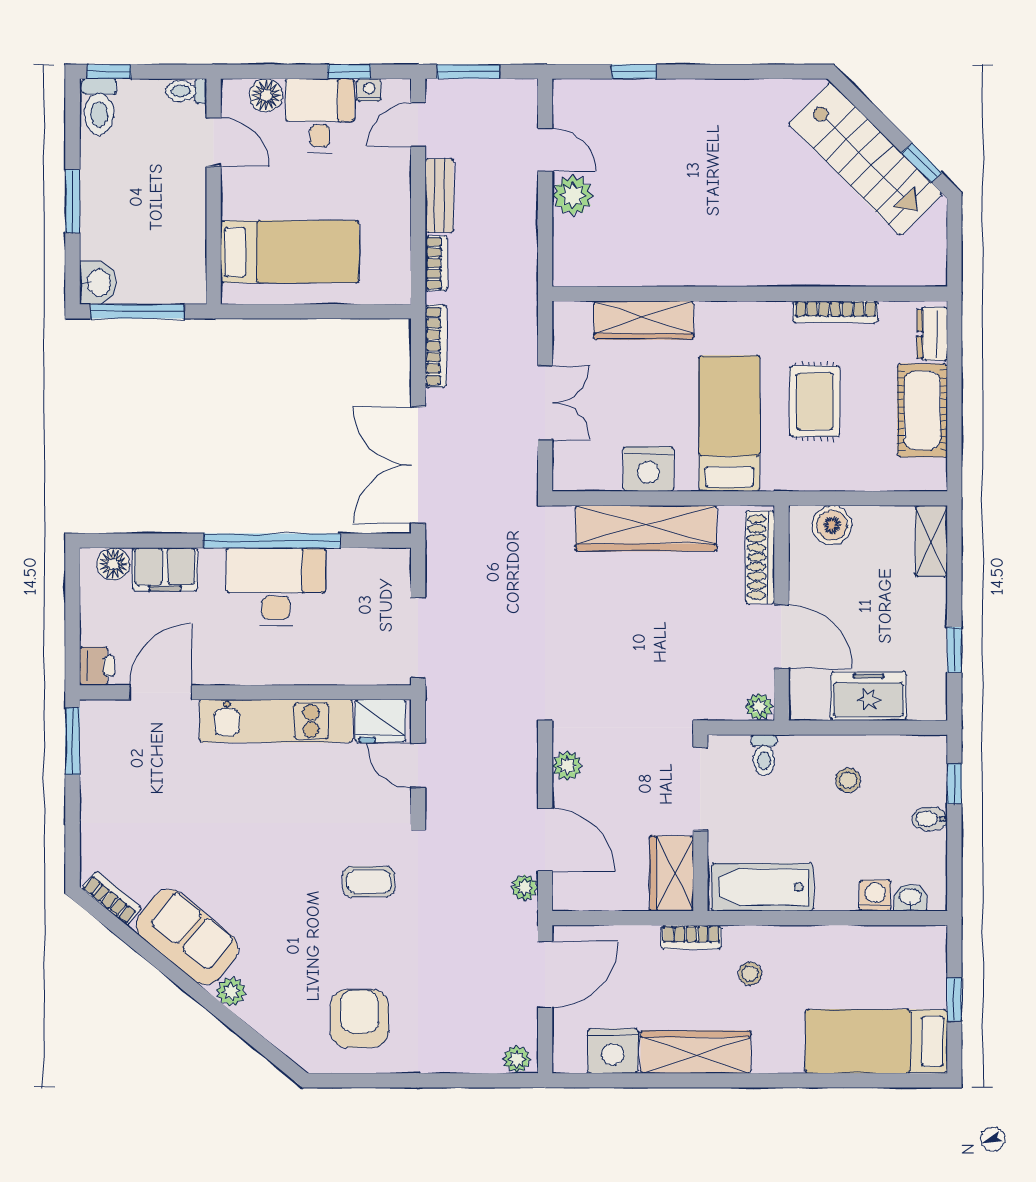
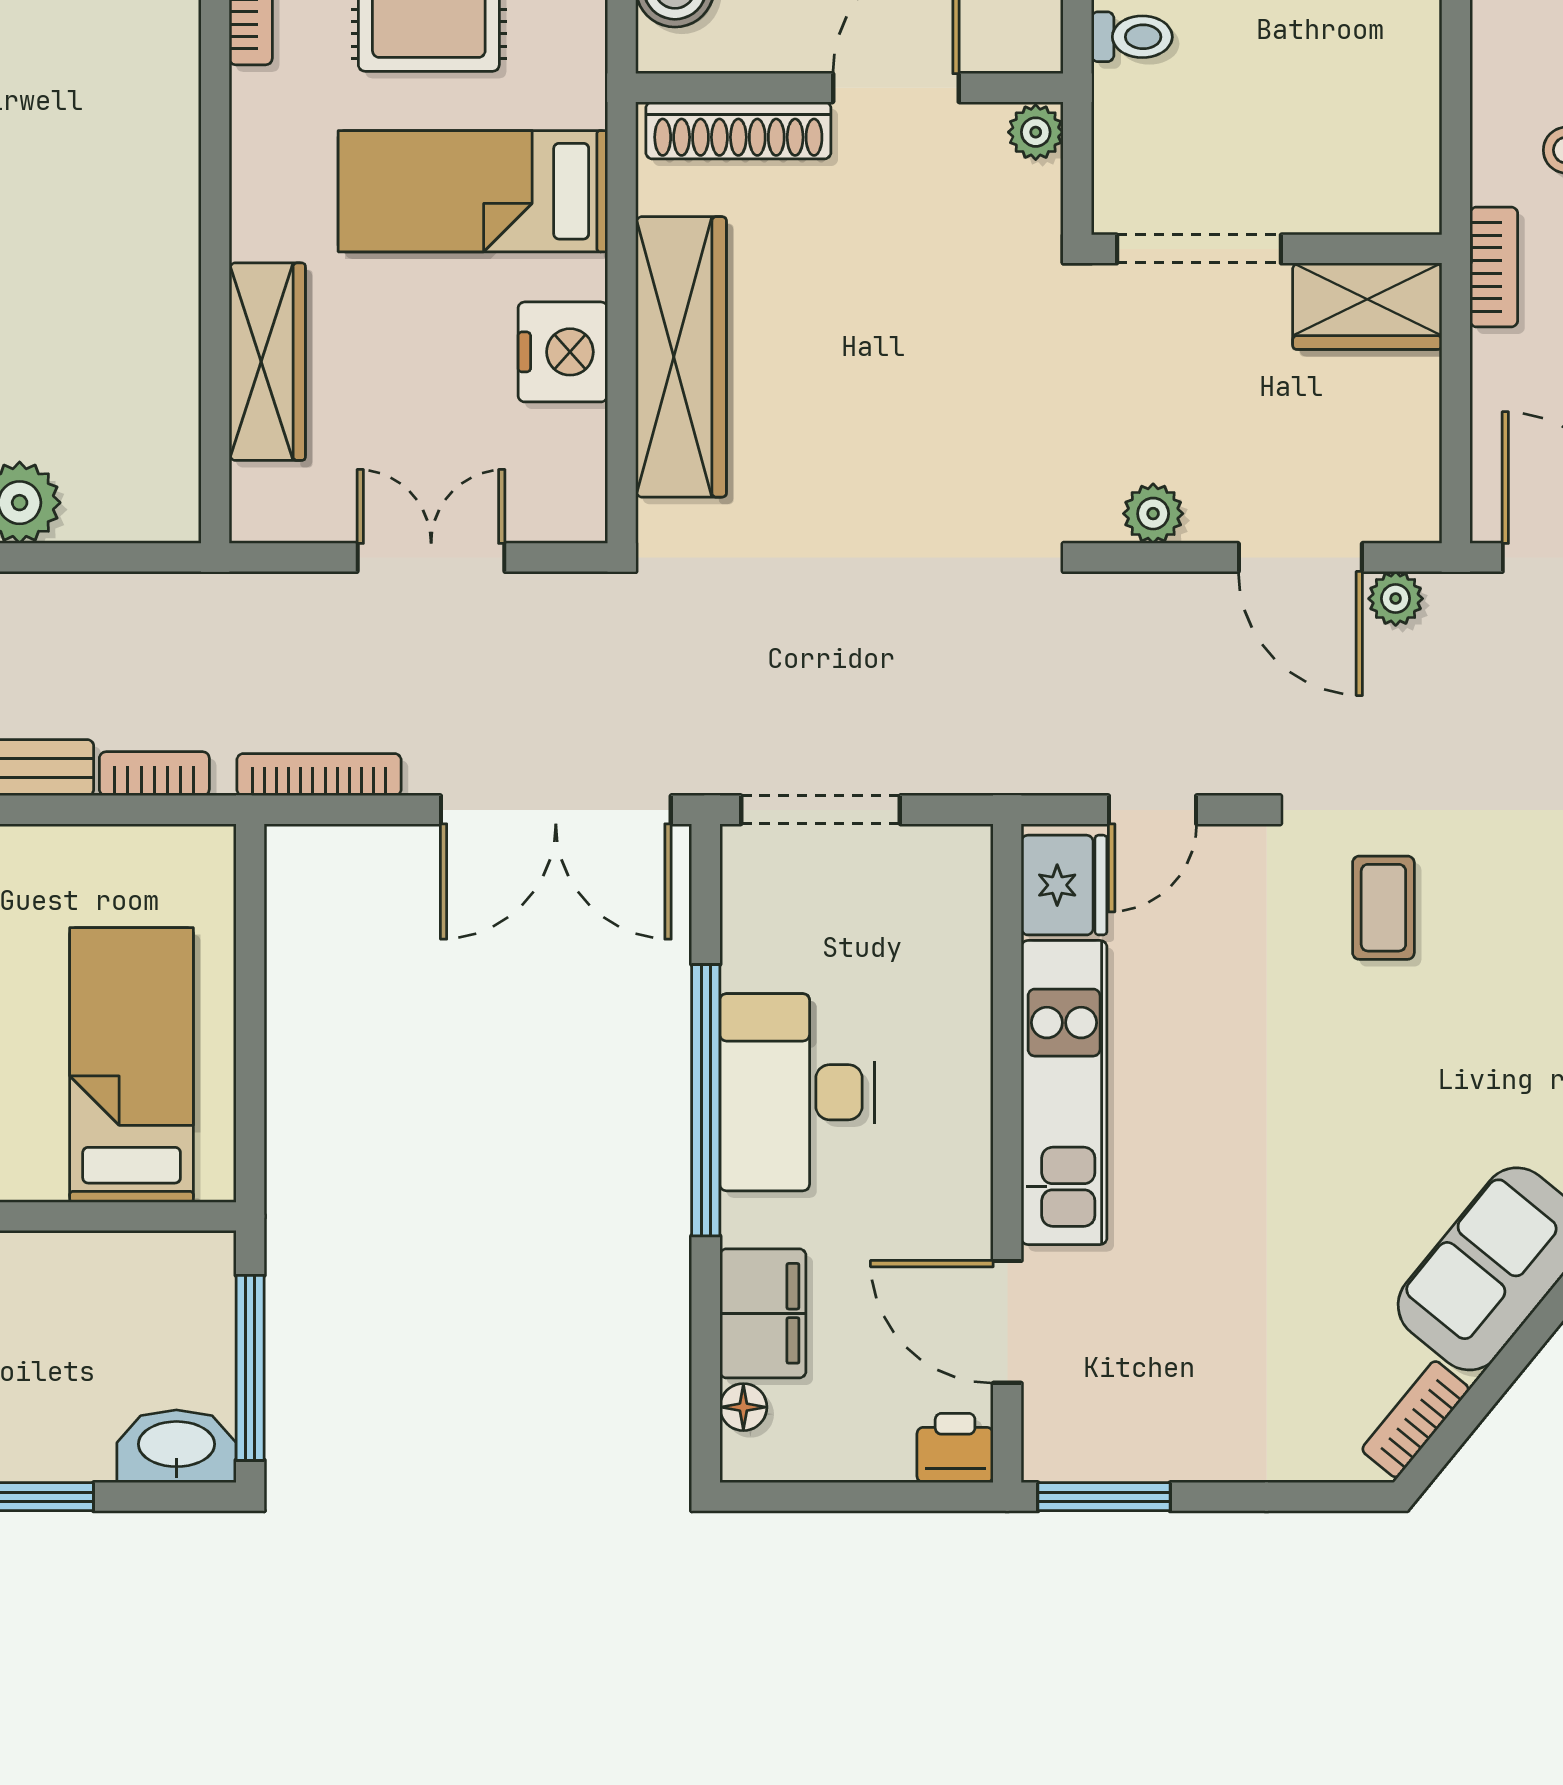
washbasin: (98, 283) -> (176, 1446), width x1.38
floor lamp: (113, 564) -> (743, 1407), width x0.73, depth x0.73
doorway: (418, 638) -> (821, 810), moved
toilet: (764, 755) -> (1132, 37), moved
door: (545, 840) -> (1300, 557), swing flipped
bathtub: (762, 887) -> (1394, 126), removed

